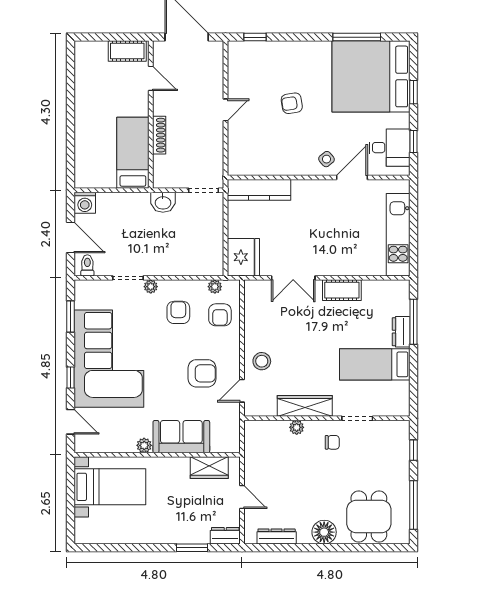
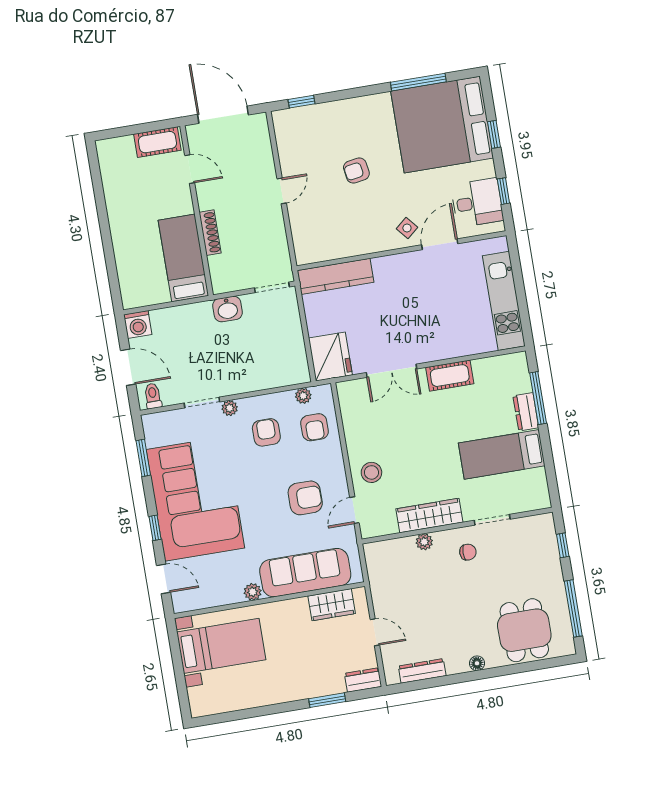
sofa: (181, 437) -> (305, 573), width x1.36
floor lamp: (324, 532) -> (477, 663), width x0.53, depth x0.53

